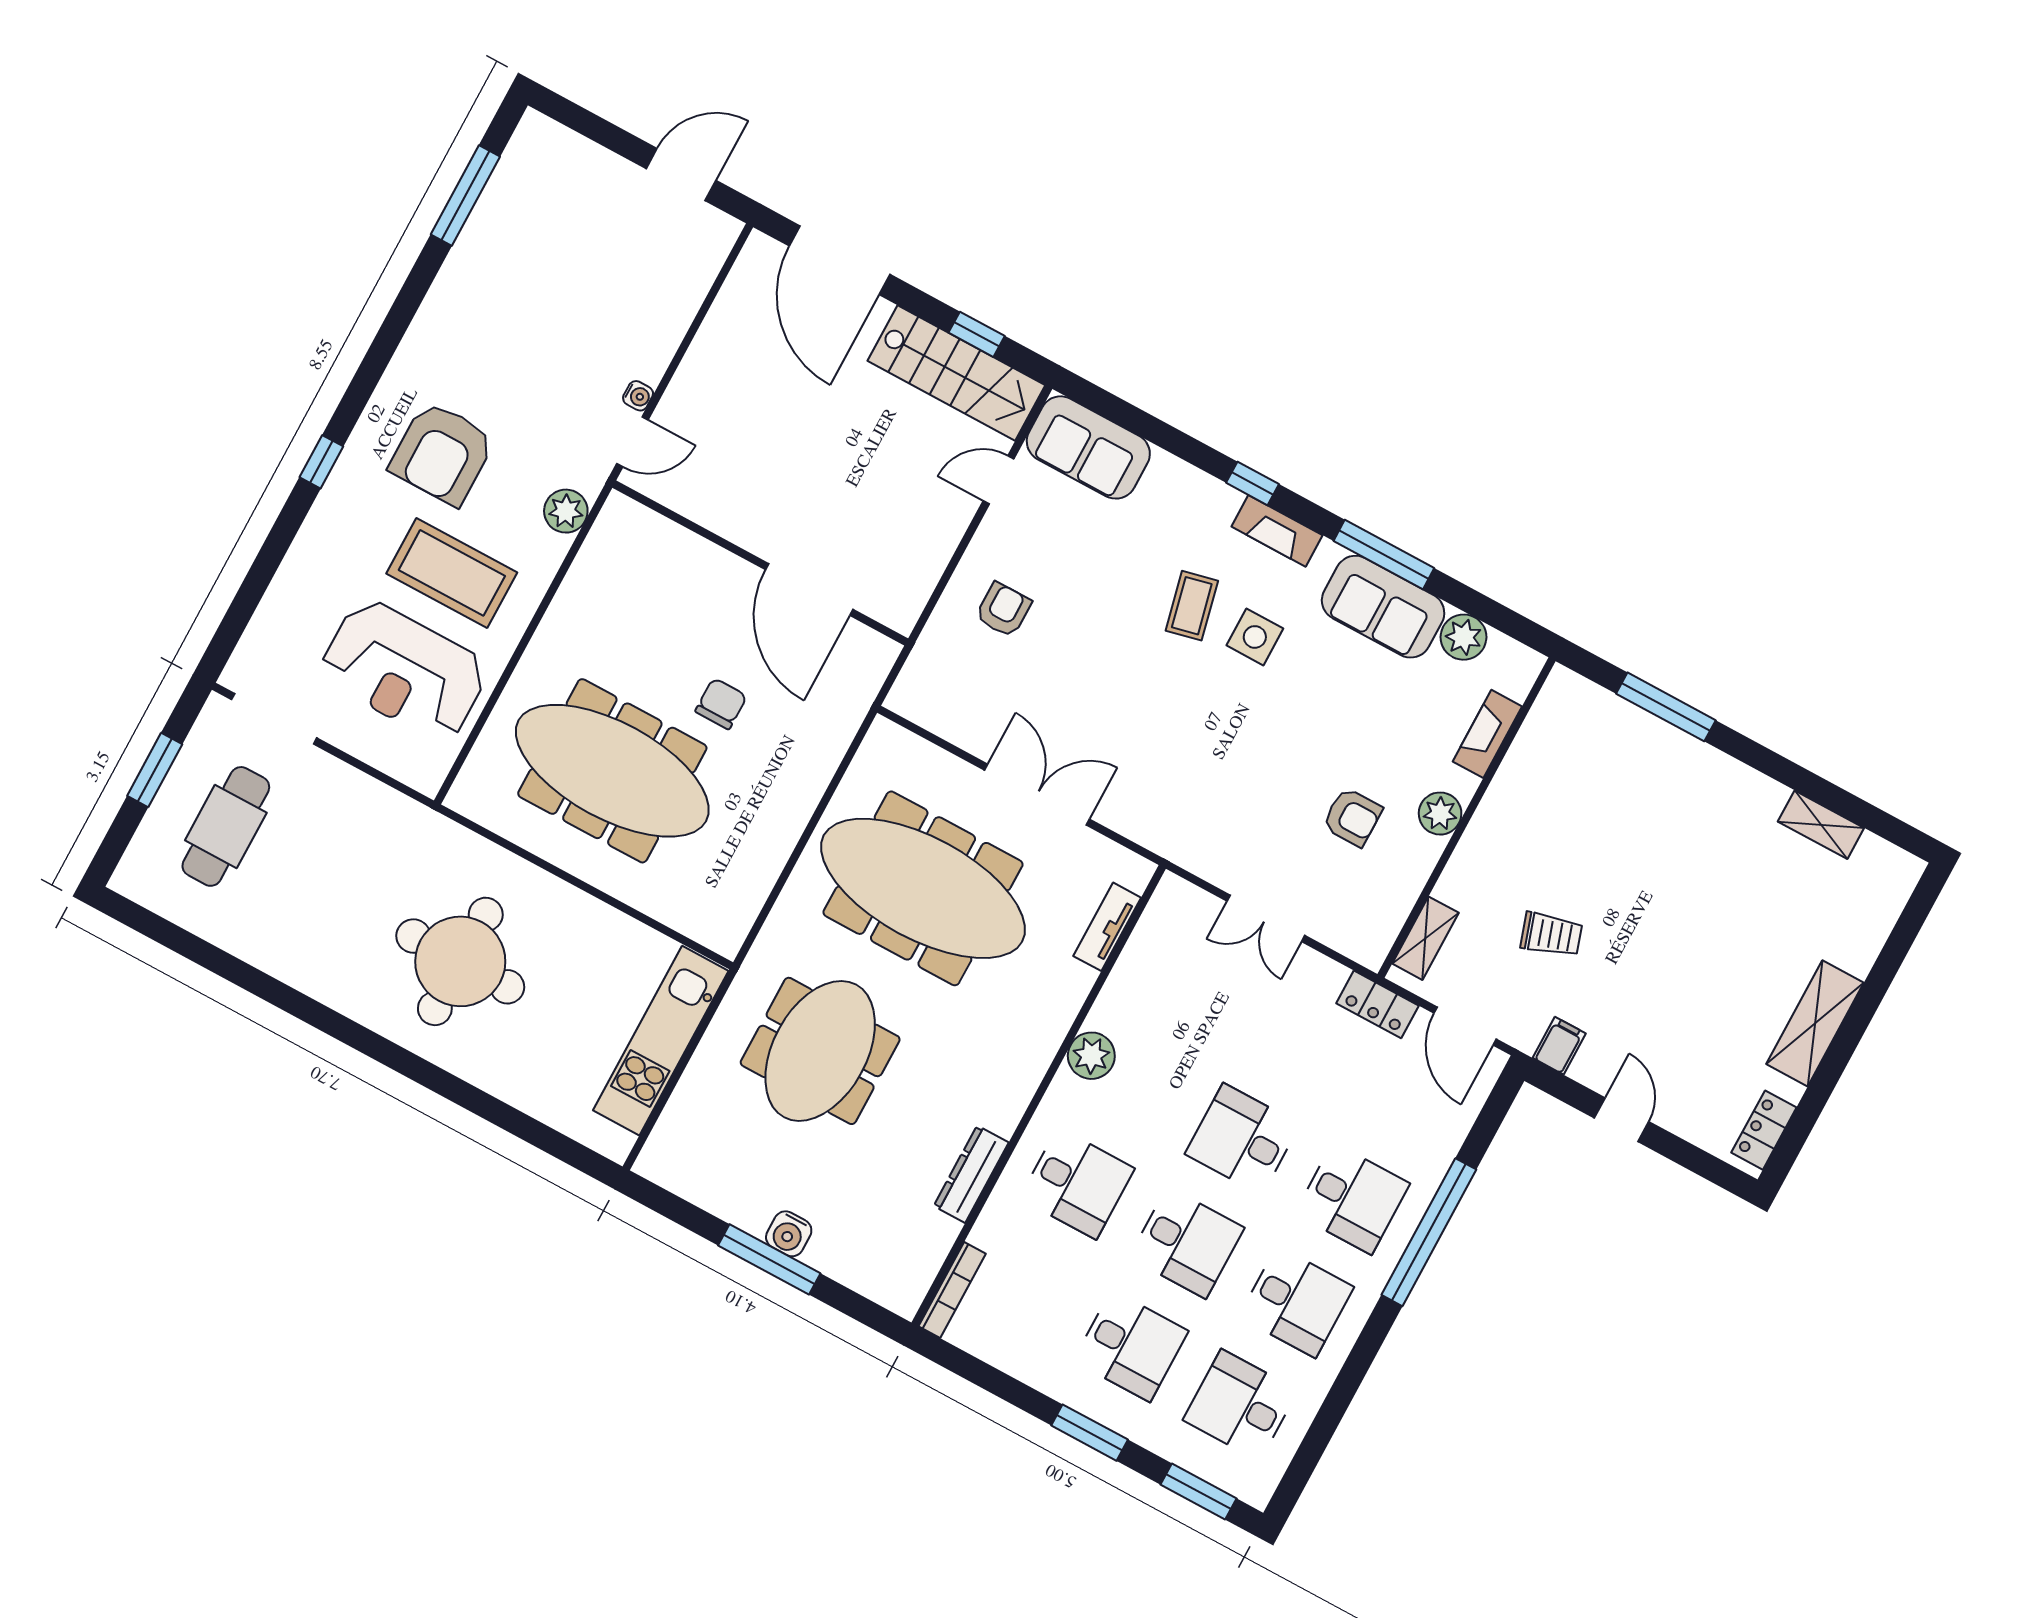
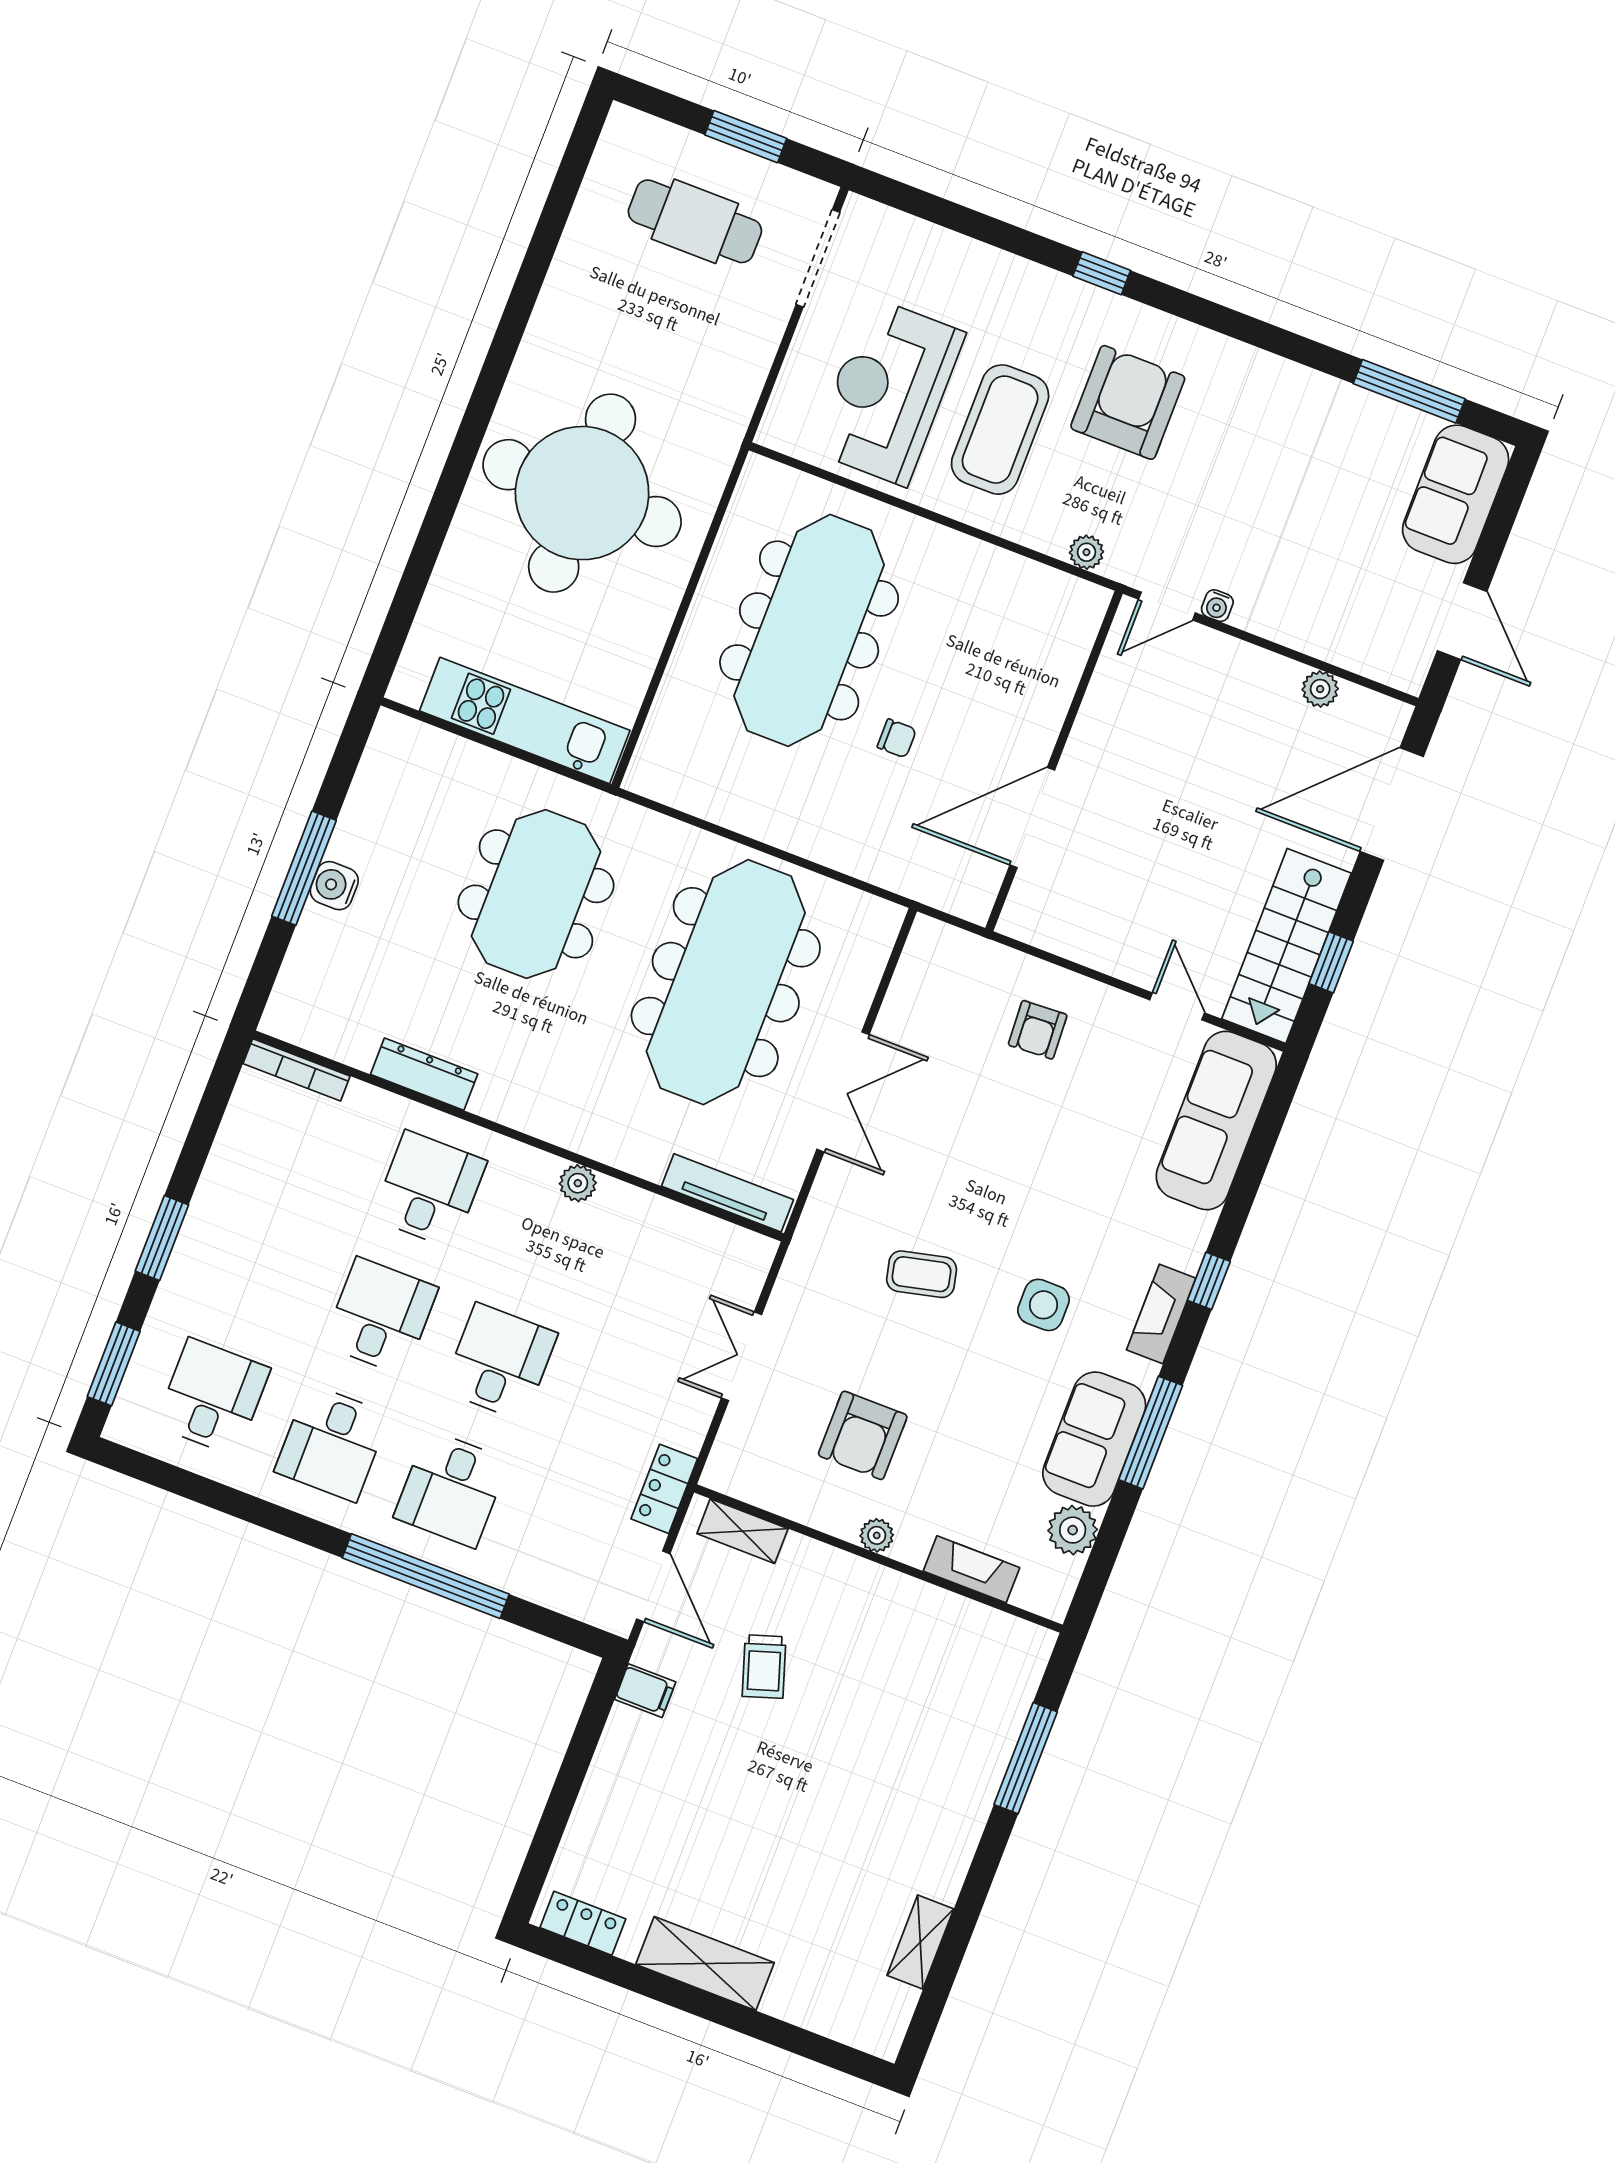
sofa: (565, 165) -> (1456, 494), added
plant: (726, 312) -> (1320, 689), added
door: (632, 442) -> (1167, 606), hinge flipped
sofa: (1088, 447) -> (1216, 1121), width x1.36
armchair: (442, 453) -> (1128, 402), turned 90
plant: (566, 511) -> (1086, 552), width x0.73, depth x0.73
coffee table: (1192, 606) -> (922, 1274), moved
armchair: (1003, 610) -> (1038, 1030), turned 87
chair: (721, 704) -> (897, 738), width x0.73, depth x0.73
plant: (1440, 814) -> (877, 1535), width x0.73, depth x0.73
armchair: (1352, 817) -> (863, 1435), width x1.38, depth x1.38
tv unit: (1107, 927) -> (727, 1193), width x1.41
round table: (460, 961) -> (582, 493), width x1.36, depth x1.36
door: (1465, 1026) -> (653, 1586), swing flipped
meeting table: (820, 1051) -> (536, 894), turned 90
plant: (1091, 1056) -> (578, 1183), width x0.73, depth x0.73
door: (1622, 1120) -> (574, 1768), removed
desk: (1077, 1183) -> (429, 1190), turned 180
desk: (1187, 1243) -> (381, 1316), turned 180
desk: (1131, 1346) -> (261, 1270), removed

